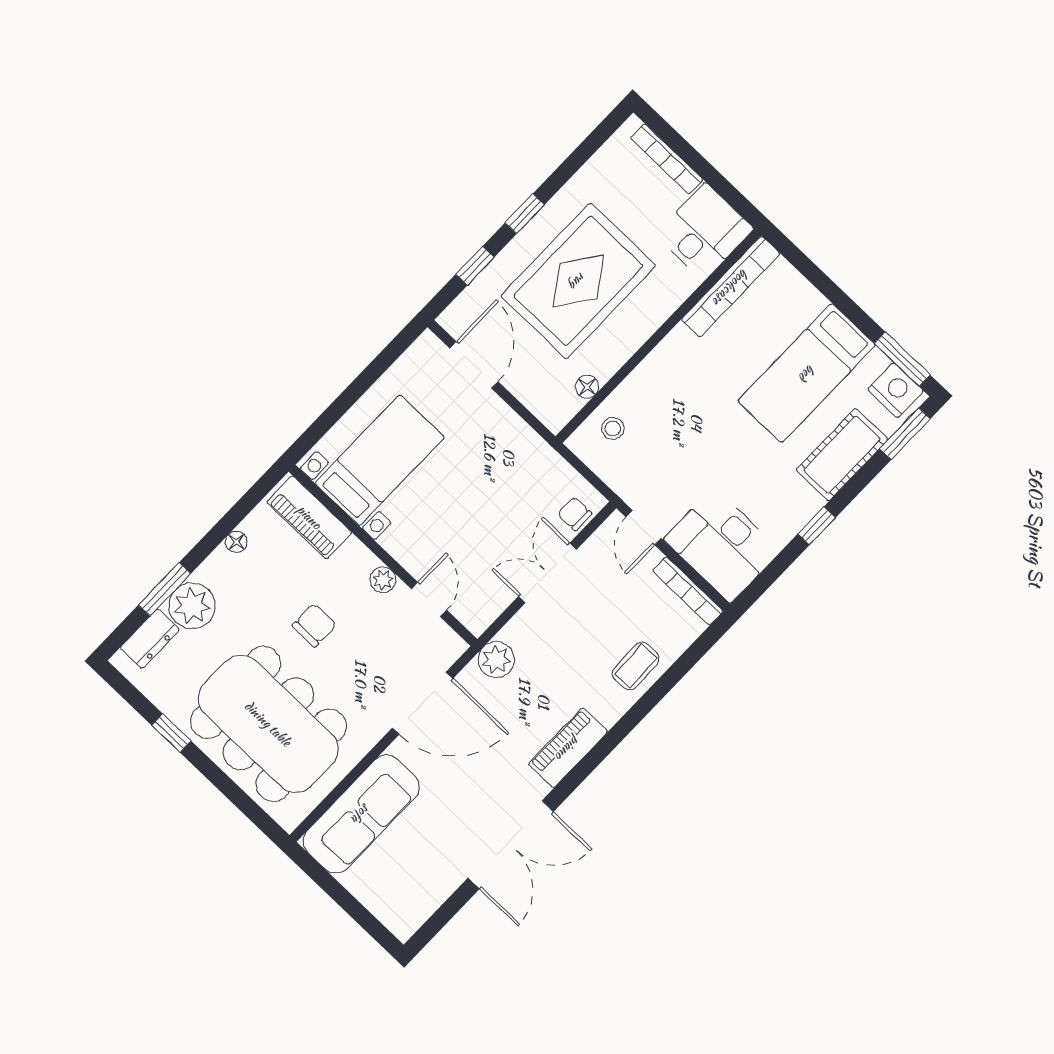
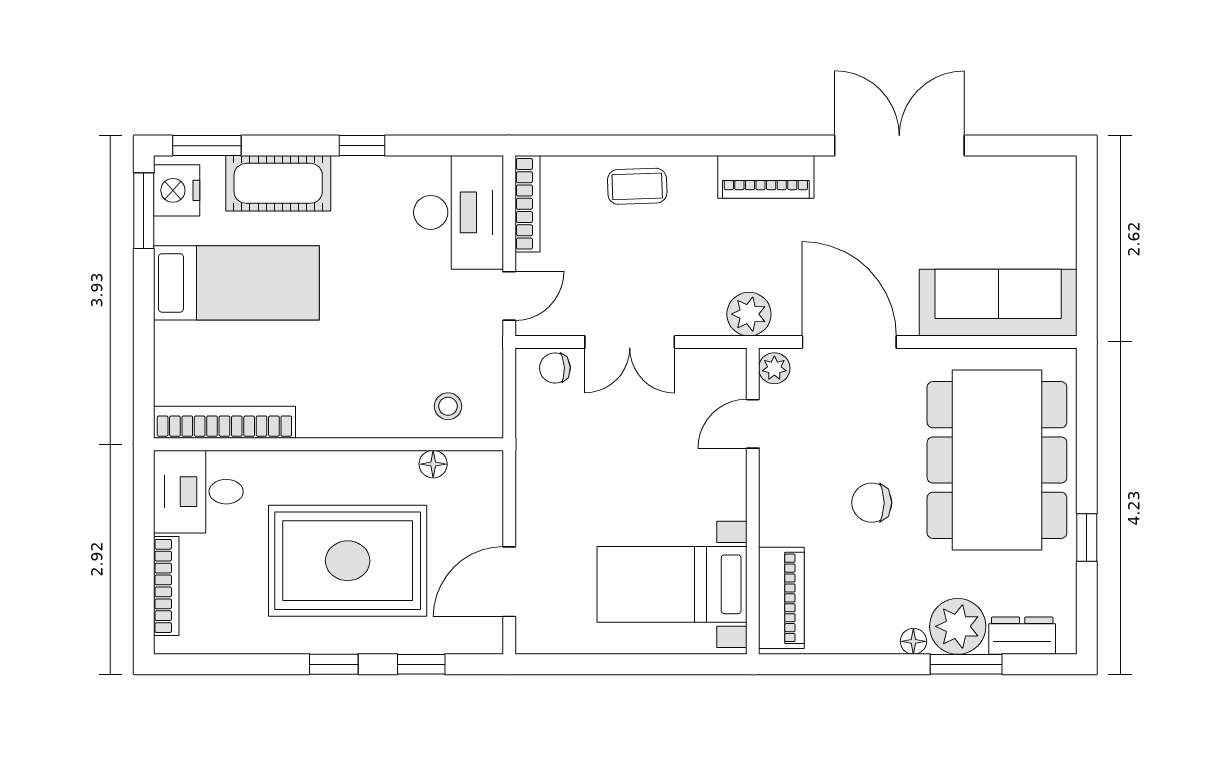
chair: (575, 514) -> (555, 368), turned 87
floor lamp: (236, 542) -> (913, 641), moved
plant: (383, 580) -> (774, 368), moved

